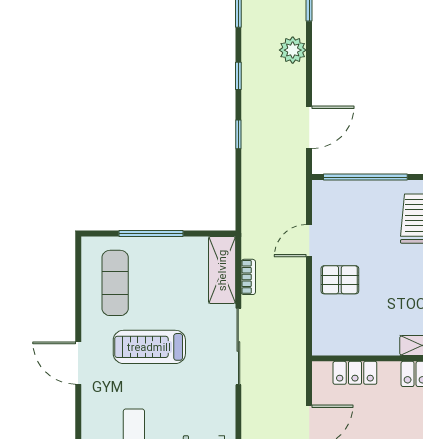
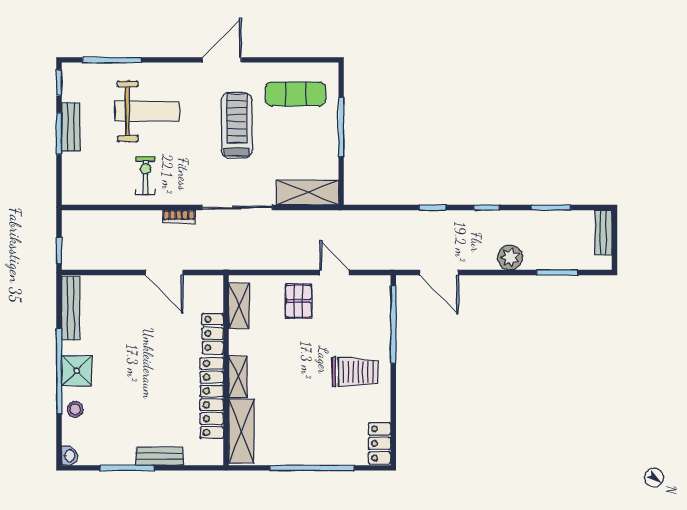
bookcase: (248, 277) -> (179, 217), moved
shelving: (345, 344) -> (239, 306), added
locker: (355, 373) -> (213, 334), moved

